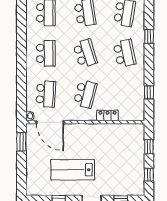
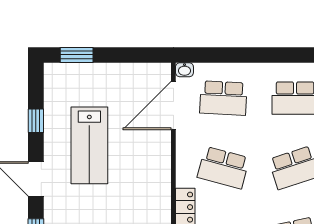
window: (21, 142) -> (77, 55), moved
lab bench: (73, 170) -> (89, 145), turned 180

